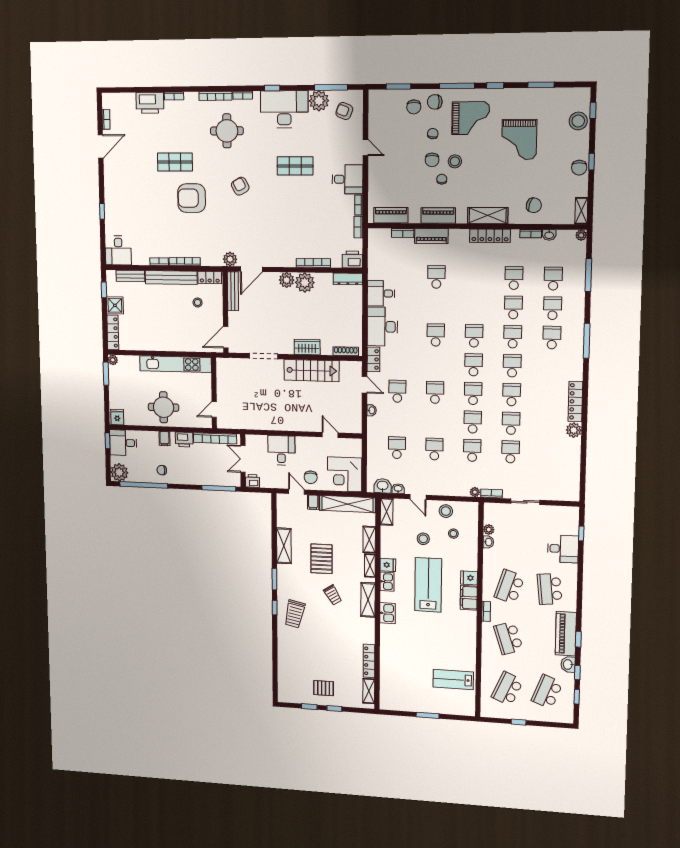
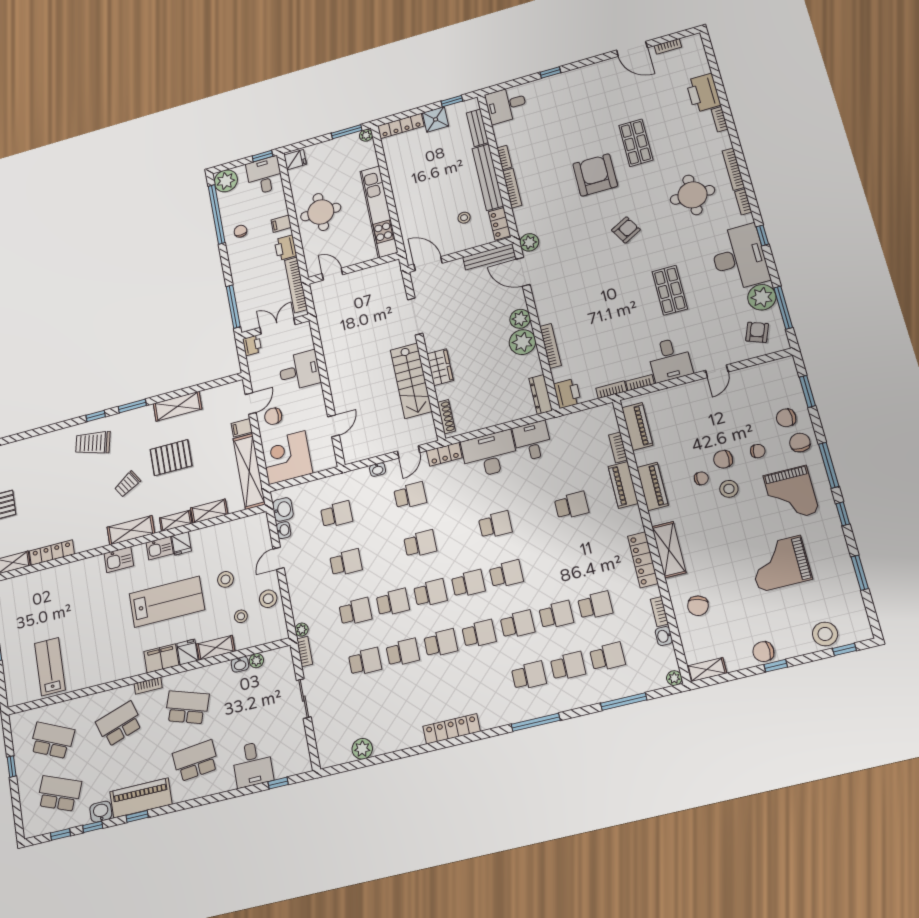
plant: (574, 430) -> (362, 749), moved
shelving: (387, 512) -> (216, 648), moved

